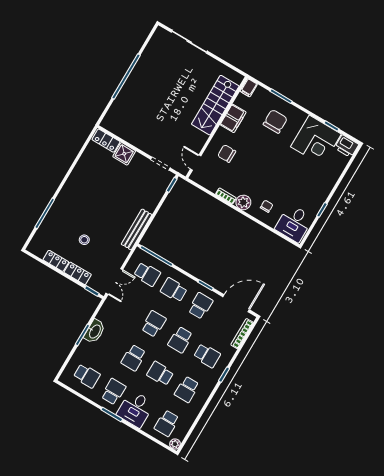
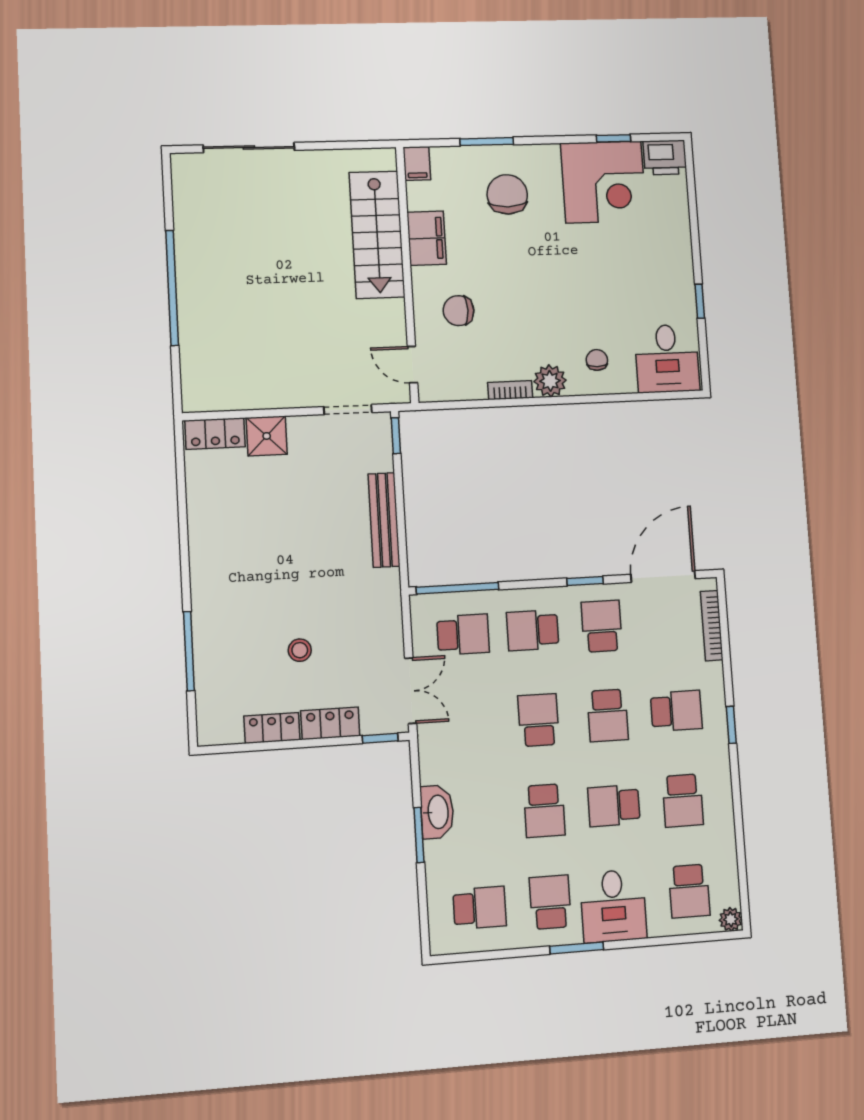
bench: (137, 229) -> (384, 520), moved

